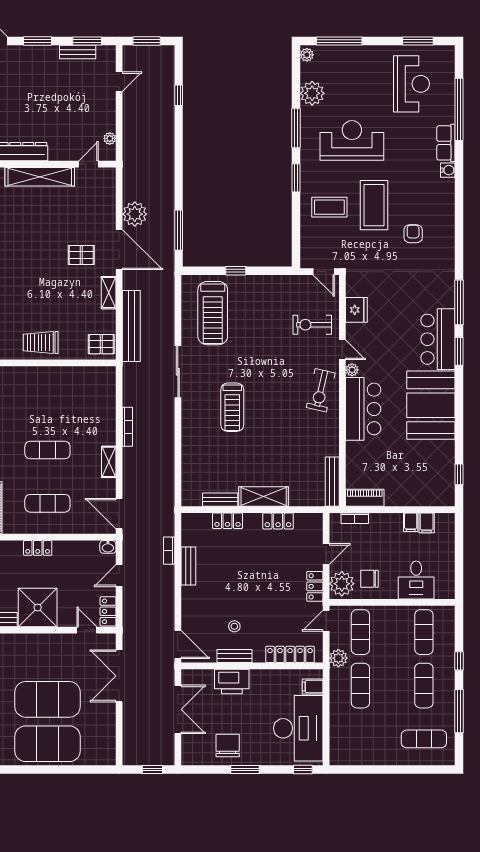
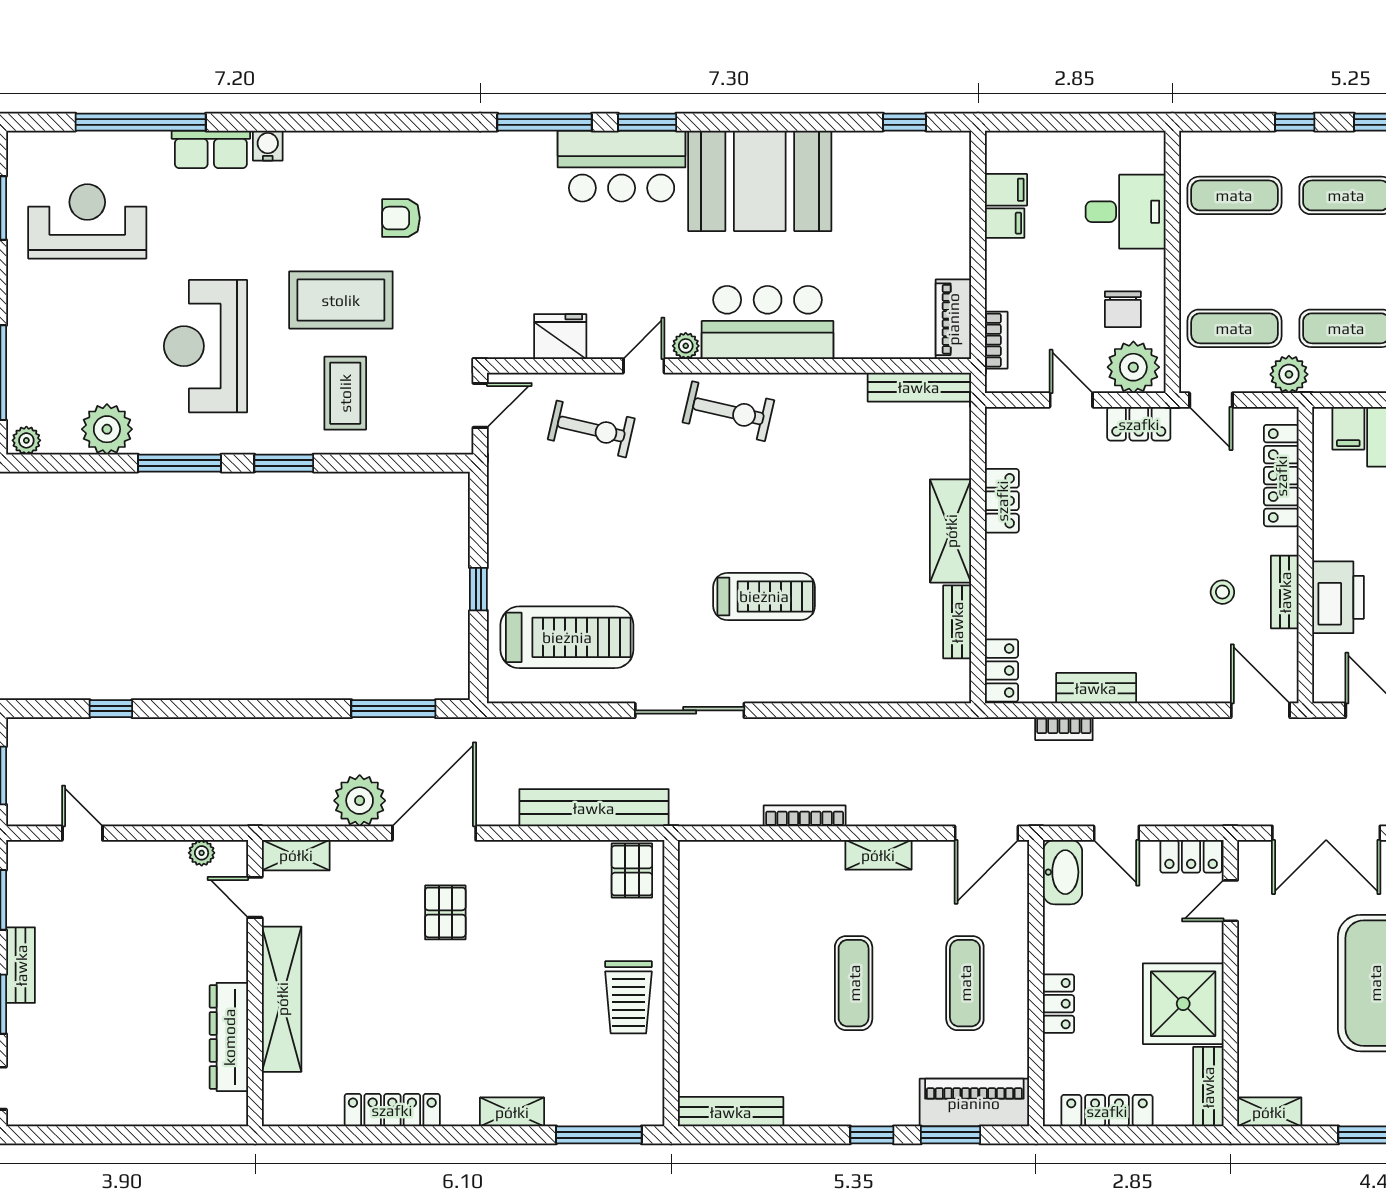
bench: (78, 52) -> (21, 965), moved
shelving: (109, 293) -> (296, 855), moved
exercise bike: (312, 325) -> (591, 429), turned -77
locker: (228, 521) -> (1001, 671), moved
washbasin: (108, 547) -> (1062, 872), width x1.91, depth x1.45
door: (178, 644) -> (1260, 710), hinge flipped

